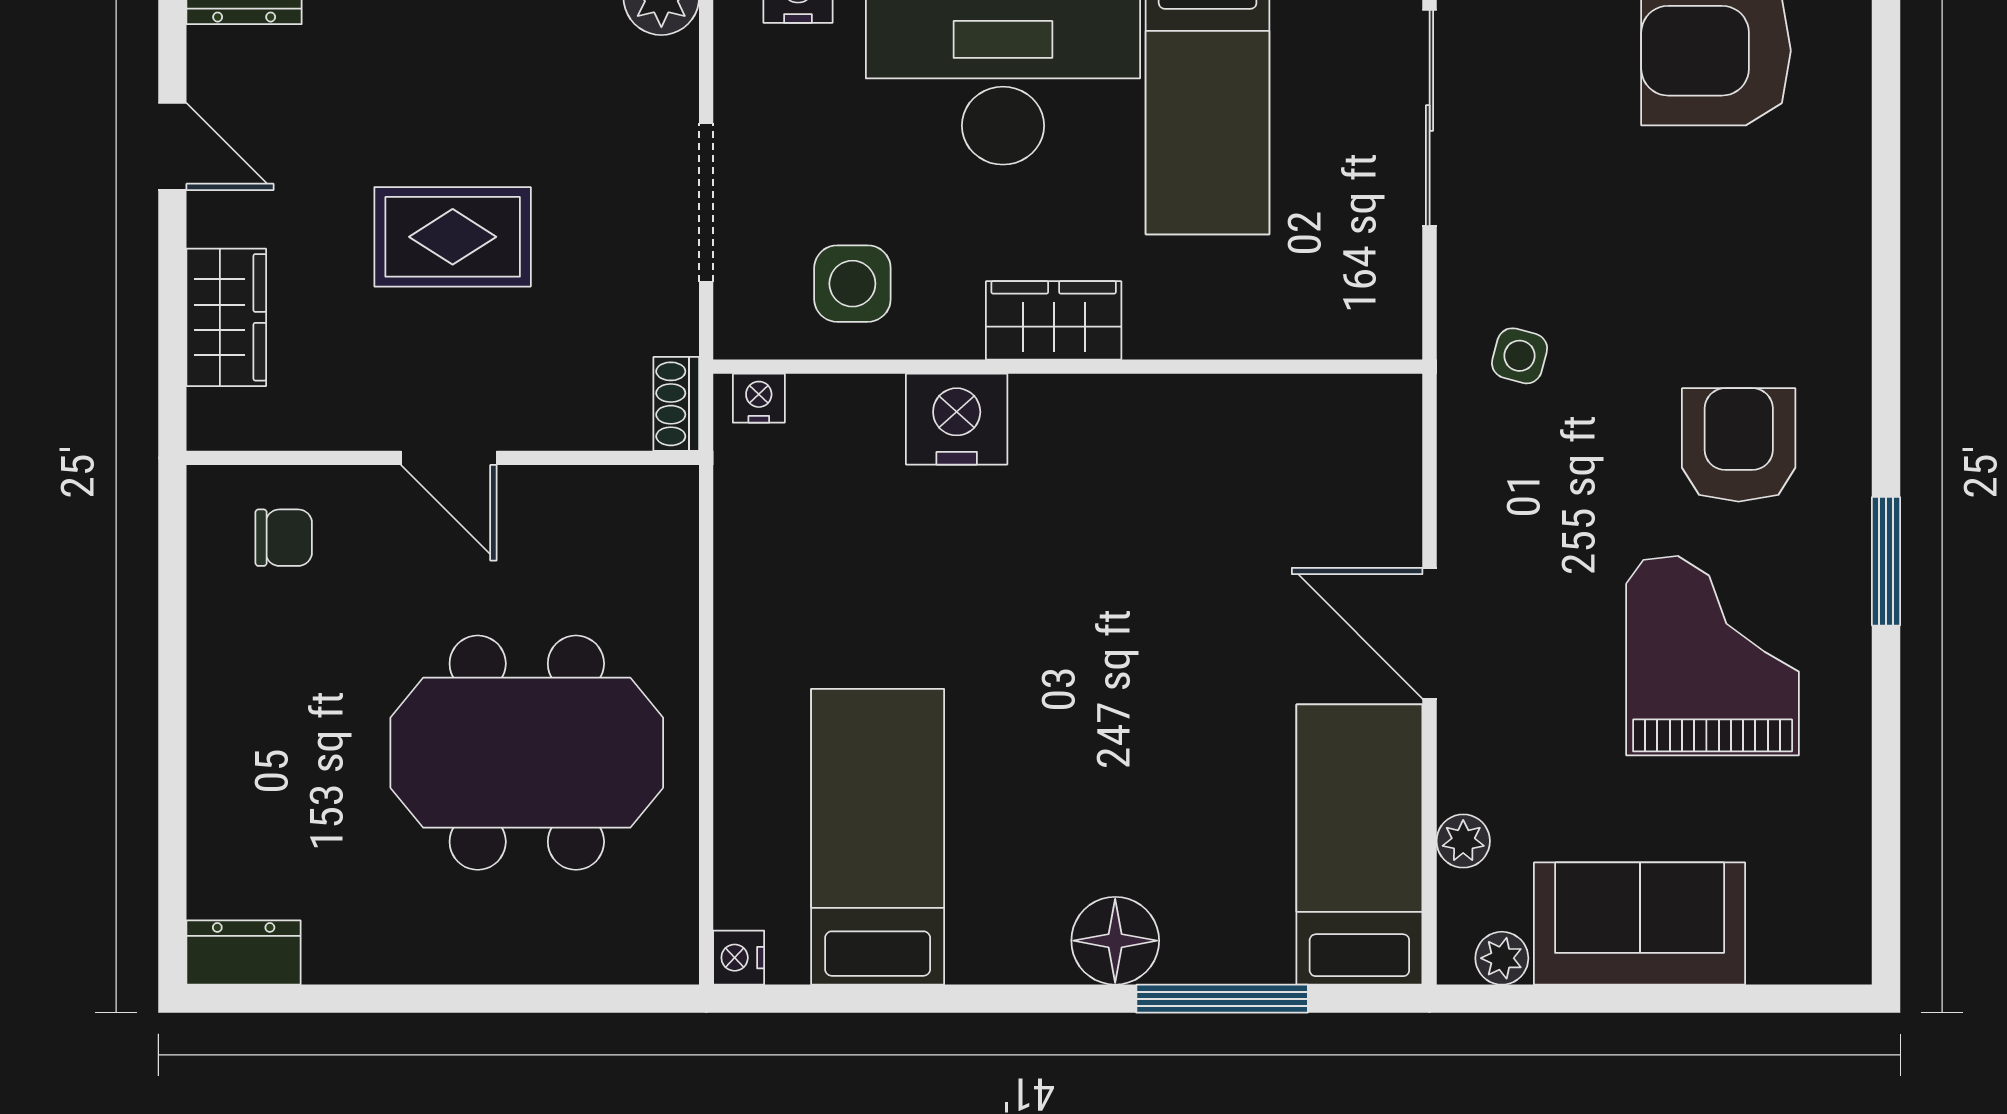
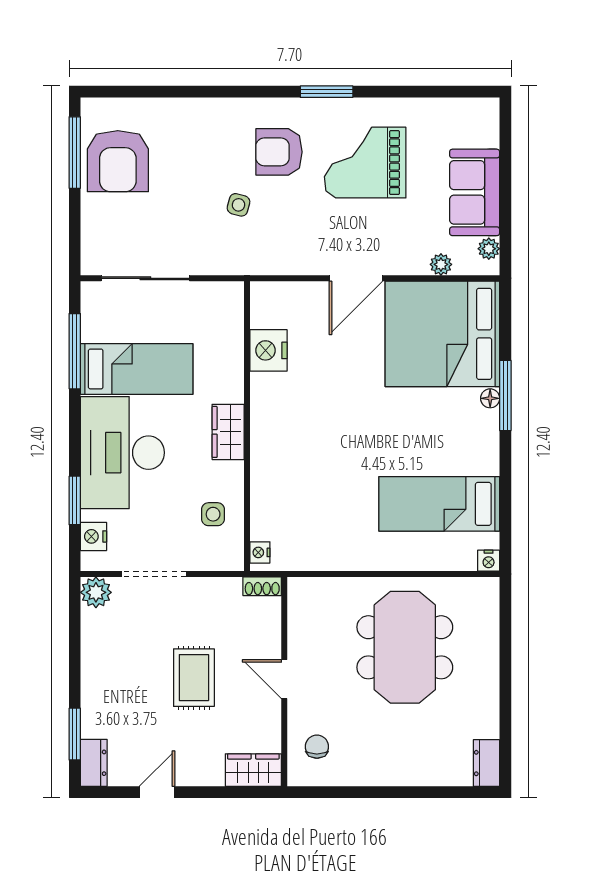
doorway: (706, 202) -> (154, 574), moved
side table: (852, 284) -> (213, 514), width x0.73, depth x0.73
wardrobe: (226, 317) -> (253, 770), moved
side table: (1520, 356) -> (238, 205), moved
nightstand: (957, 419) -> (268, 350), moved
door: (449, 458) -> (284, 679), swing flipped
bed: (1359, 845) -> (442, 334), width x2.04
floor lamp: (1115, 941) -> (490, 398), width x0.53, depth x0.53
window: (1222, 999) -> (505, 395), moved

